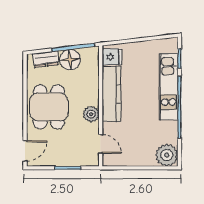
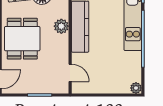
plant: (91, 114) -> (61, 26), moved
plant: (167, 155) -> (136, 88), width x0.53, depth x0.53

